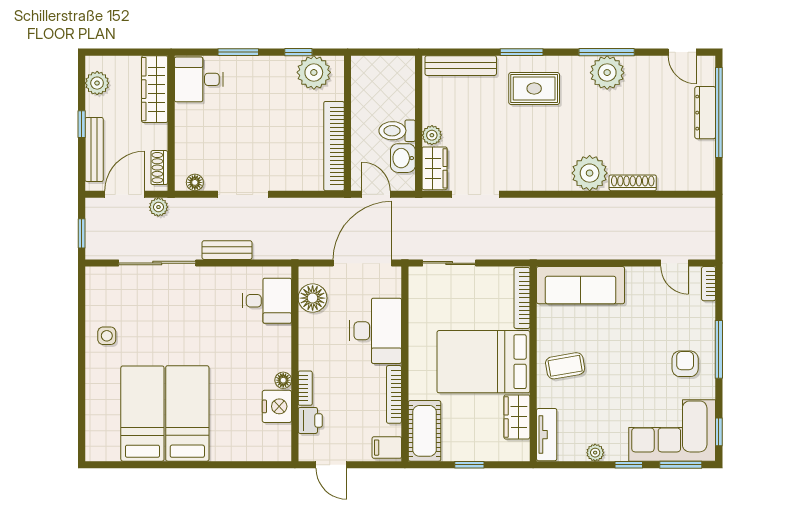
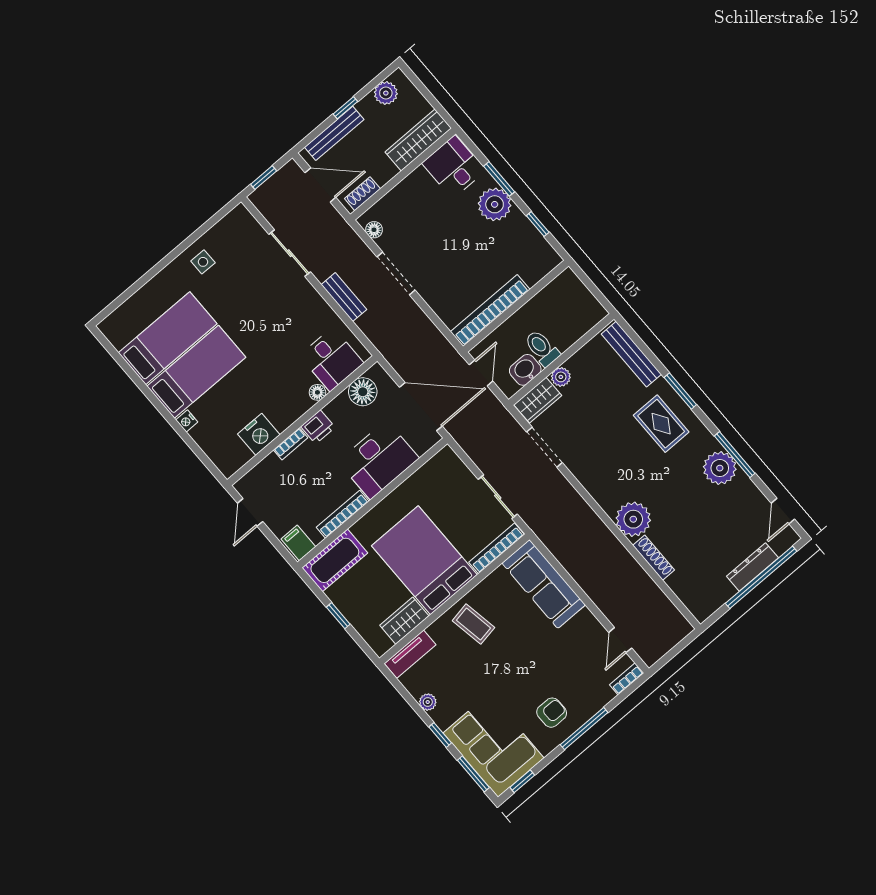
plant: (314, 72) -> (495, 204), moved
plant: (158, 207) -> (332, 218), removed
sliding door: (157, 263) -> (290, 253), width x0.73
sliding door: (449, 263) -> (498, 497), moved
floor lamp: (283, 380) -> (317, 392), moved
printer: (310, 420) -> (318, 427), moved
nightstand: (219, 453) -> (187, 421), added

